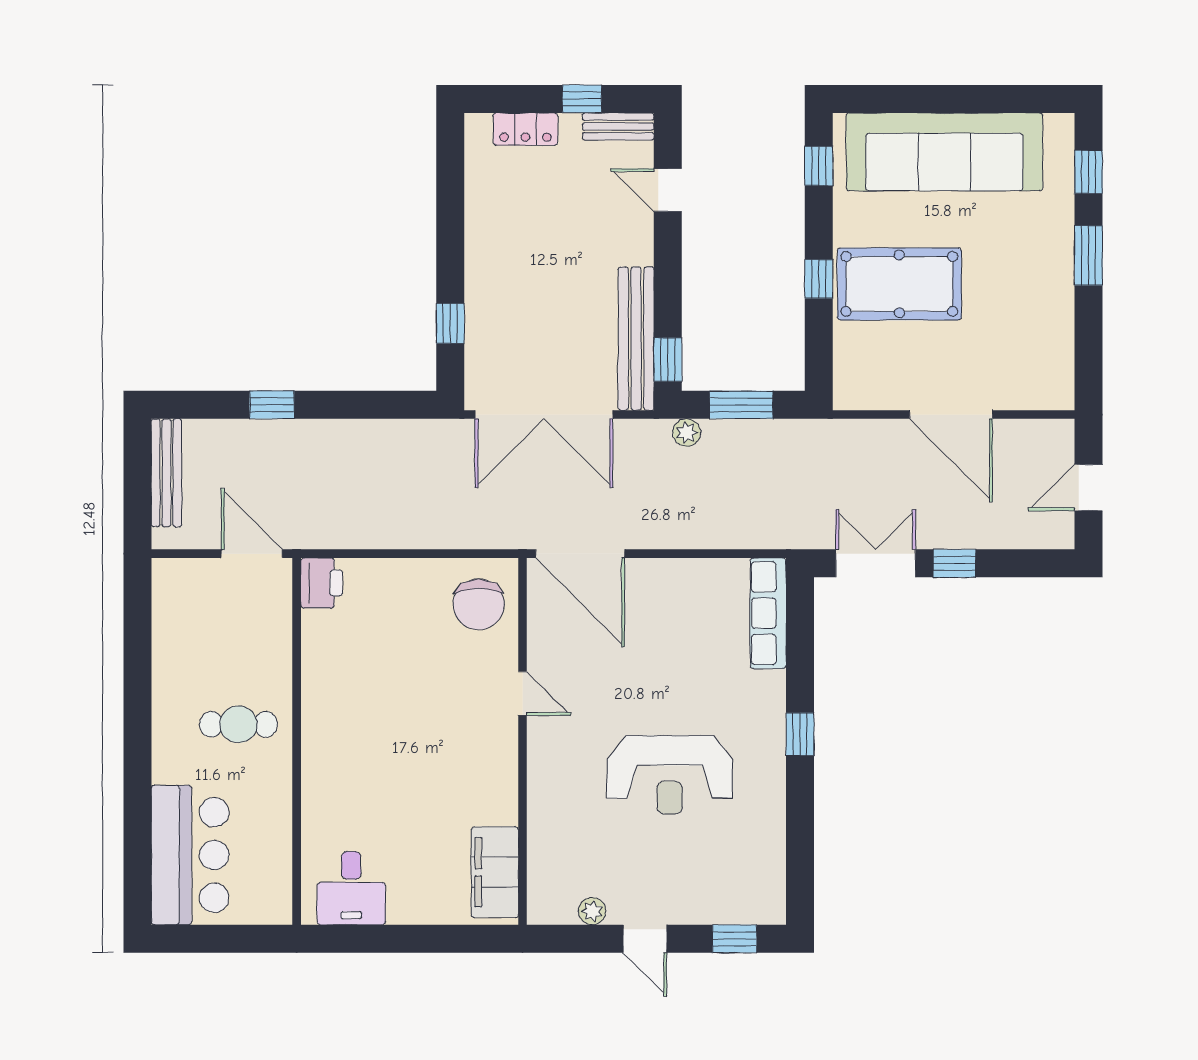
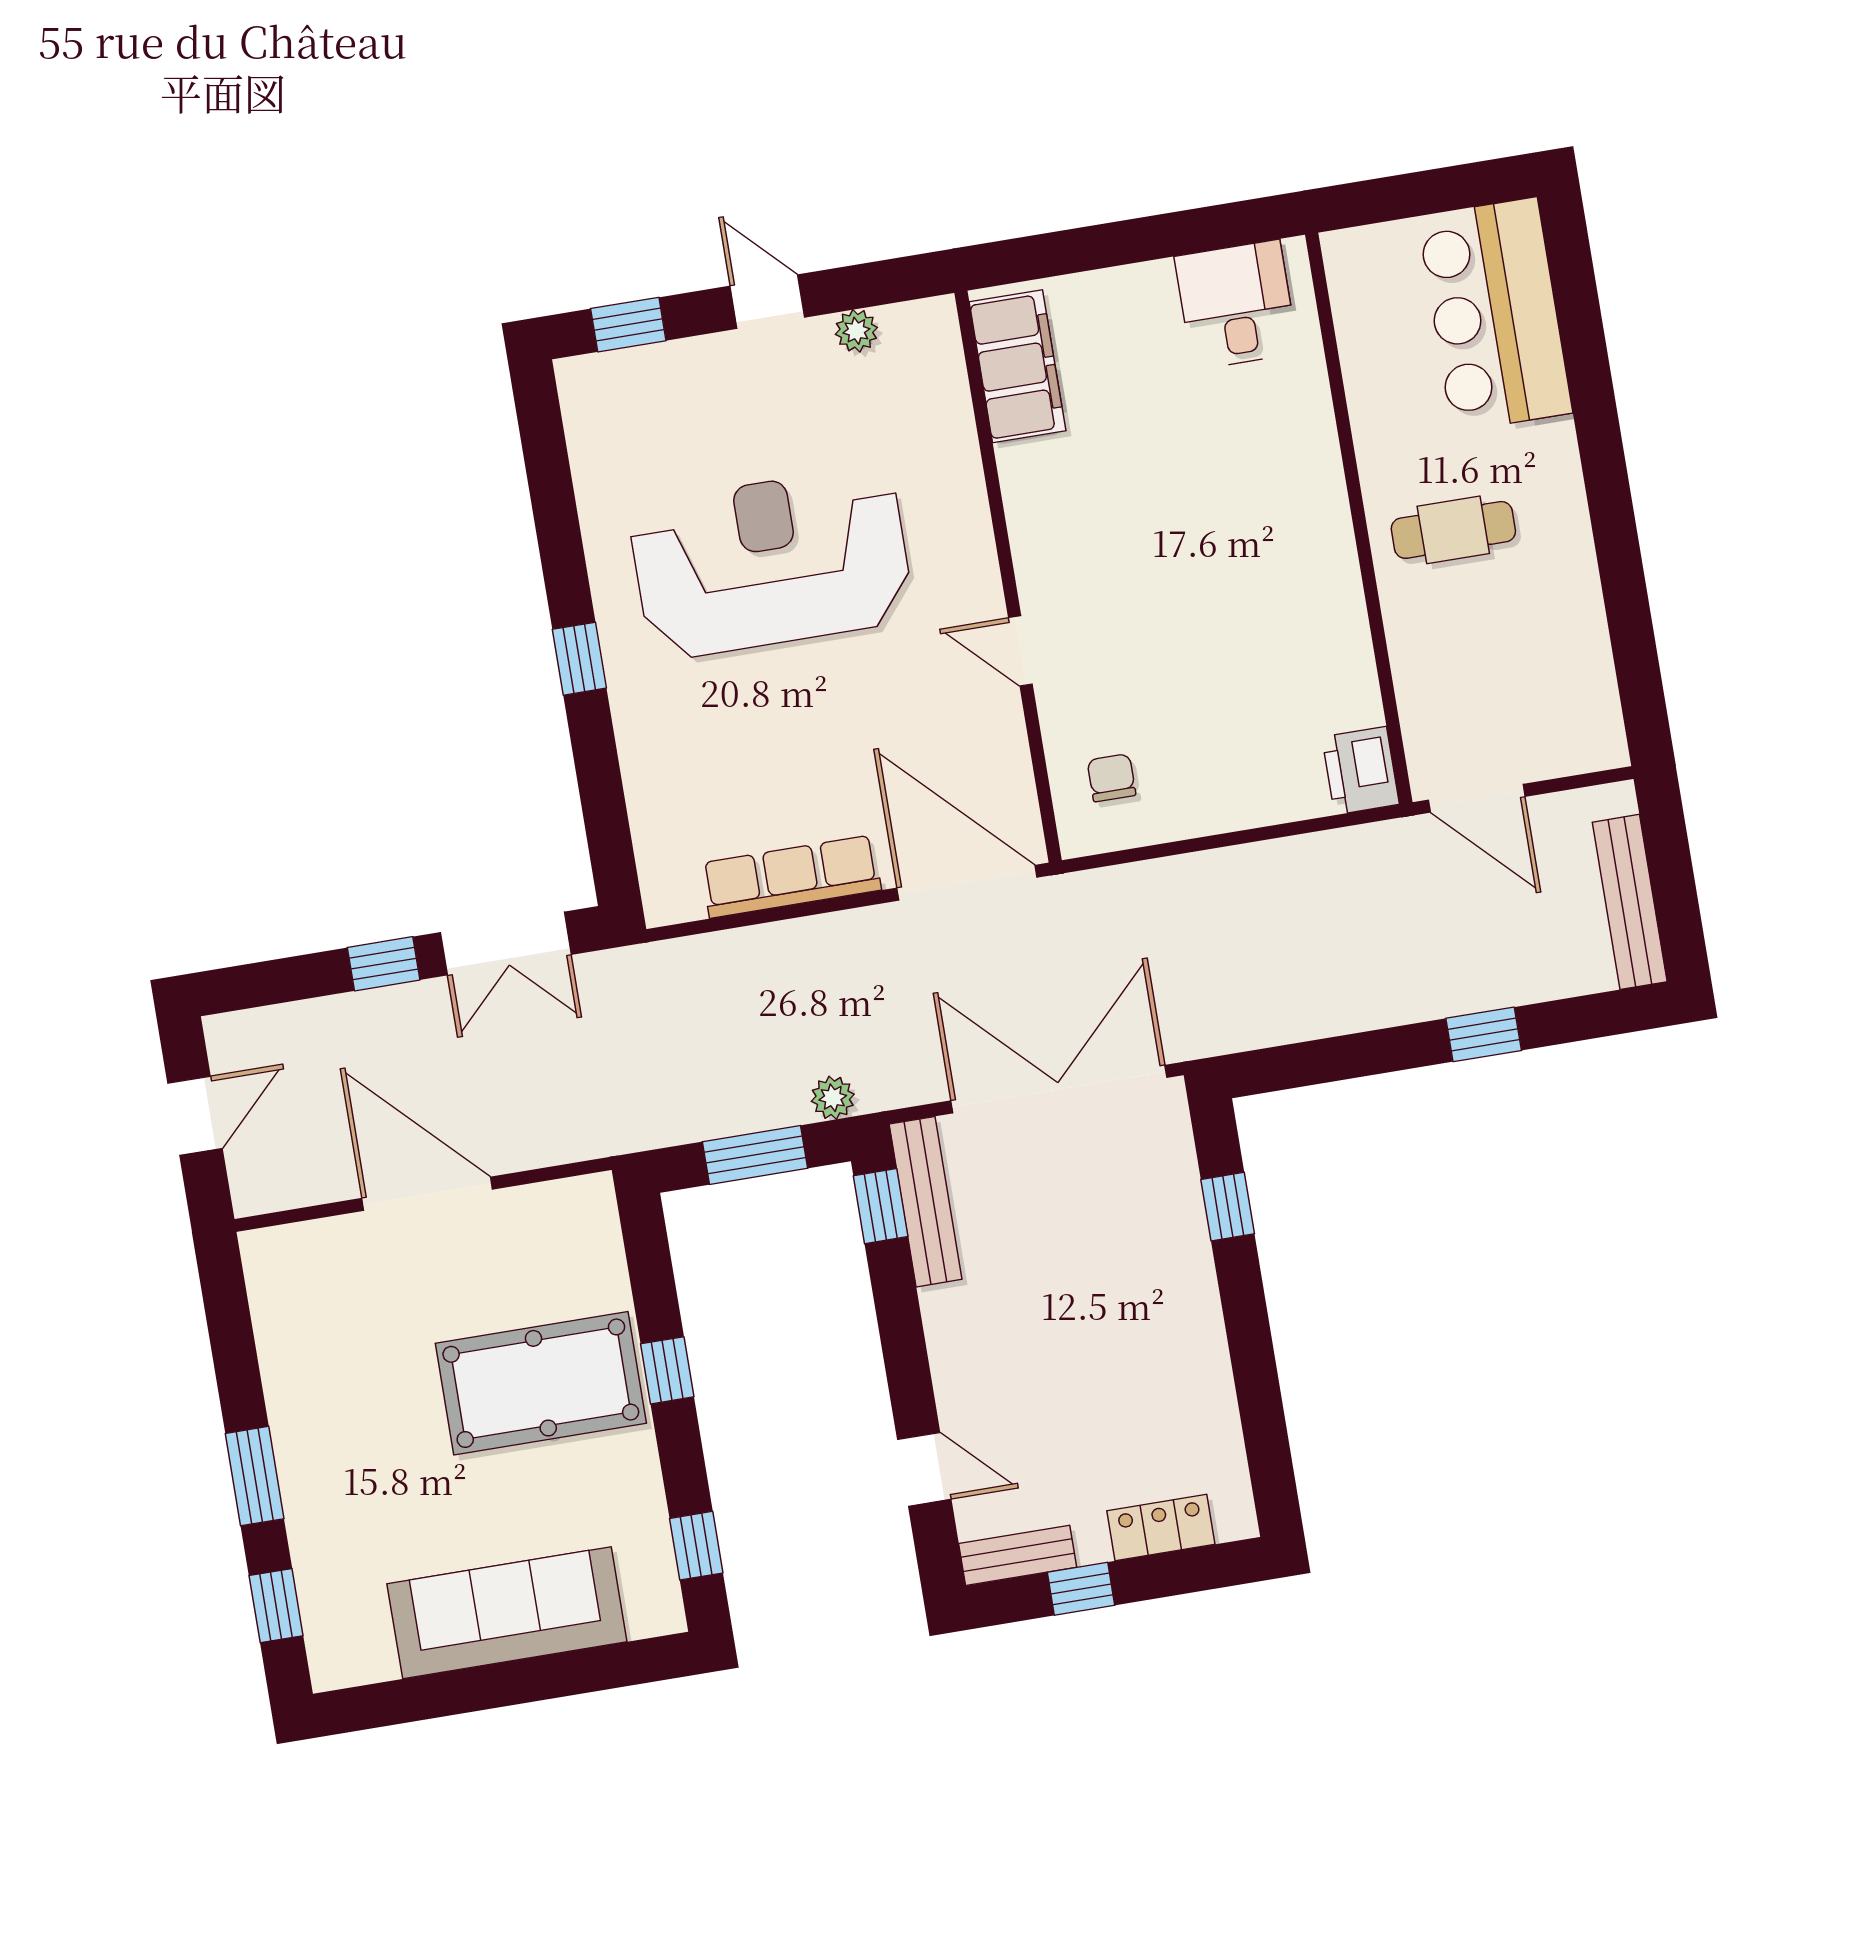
sofa: (944, 152) -> (507, 1613), width x0.74, depth x0.79
bench: (636, 339) -> (926, 1202), width x0.73, depth x0.82
chair: (479, 604) -> (1111, 778), width x0.54, depth x0.54
row of seats: (768, 613) -> (791, 877), moved, turned -90
reception desk: (670, 775) -> (771, 562), width x1.36, depth x1.30

